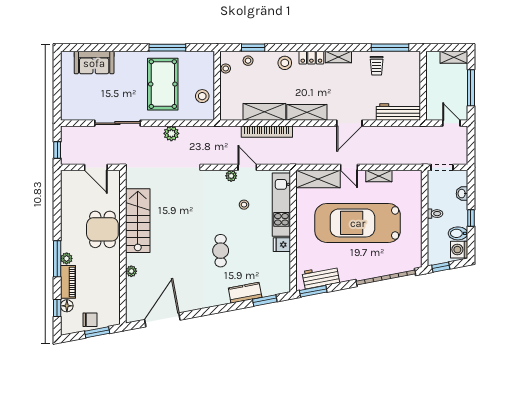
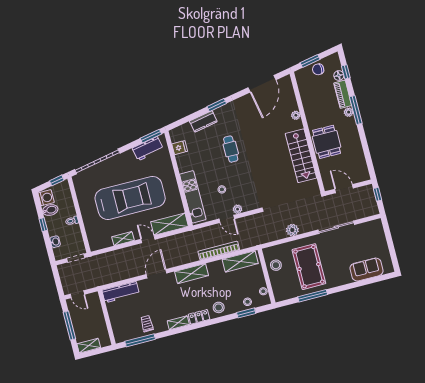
shelving: (264, 112) -> (240, 261), moved
fridge: (282, 245) -> (180, 148), moved
window: (265, 300) -> (217, 105), moved

